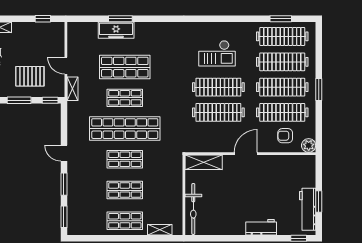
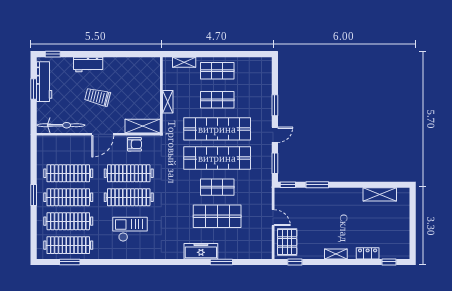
freezer: (116, 30) -> (201, 251), moved
pallet: (30, 76) -> (287, 242), moved, turned 90
shelving: (72, 89) -> (168, 102), moved
armchair: (285, 136) -> (134, 144), moved
plant: (309, 145) -> (43, 142), removed
door: (64, 153) -> (275, 135), hinge flipped
shop shelf: (125, 159) -> (217, 129), width x2.00, depth x1.36
trolley: (251, 193) -> (98, 97), added
bicycle: (193, 209) -> (61, 125), moved, turned 90
window: (64, 217) -> (275, 163), moved

